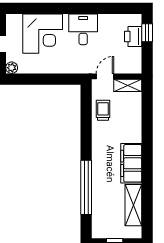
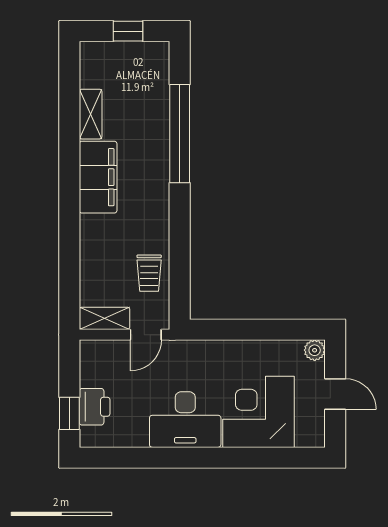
desk: (83, 29) -> (185, 420), width x1.37
shelving: (133, 205) -> (91, 114), width x0.67, depth x0.75

